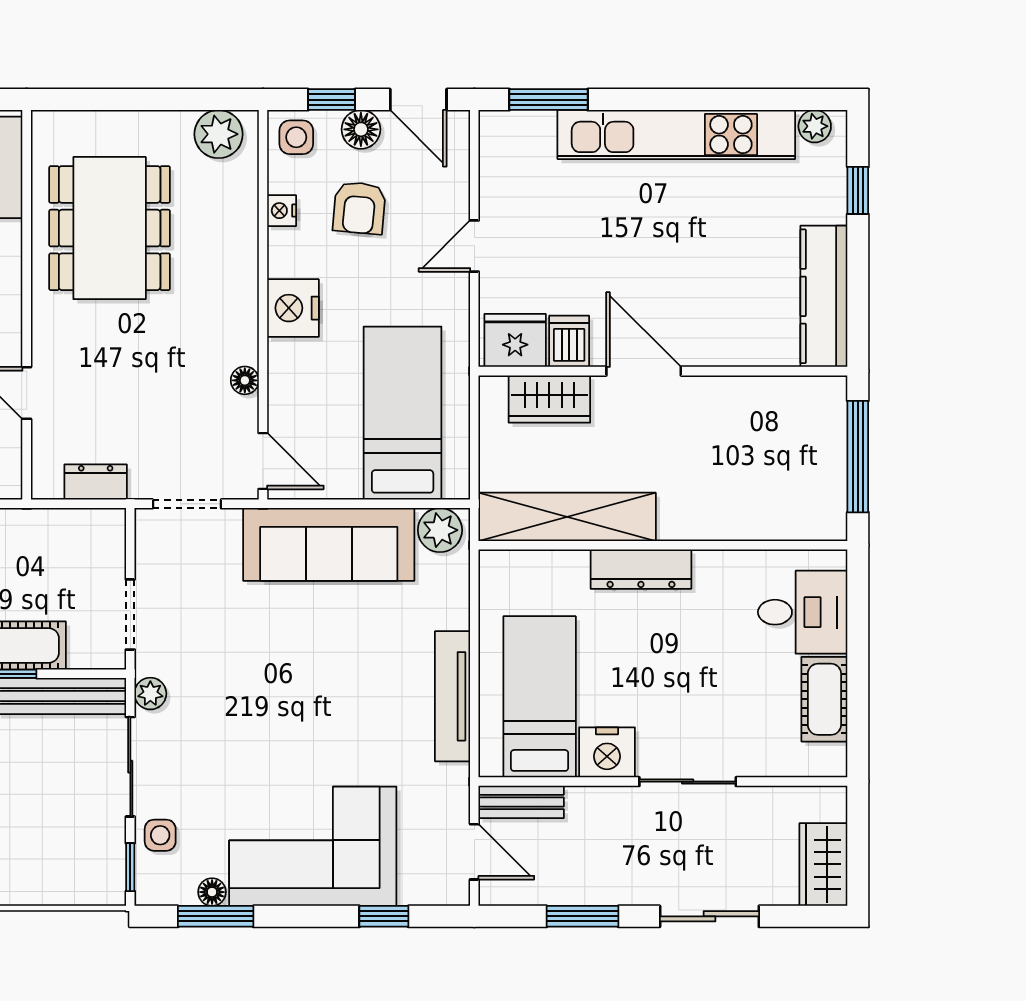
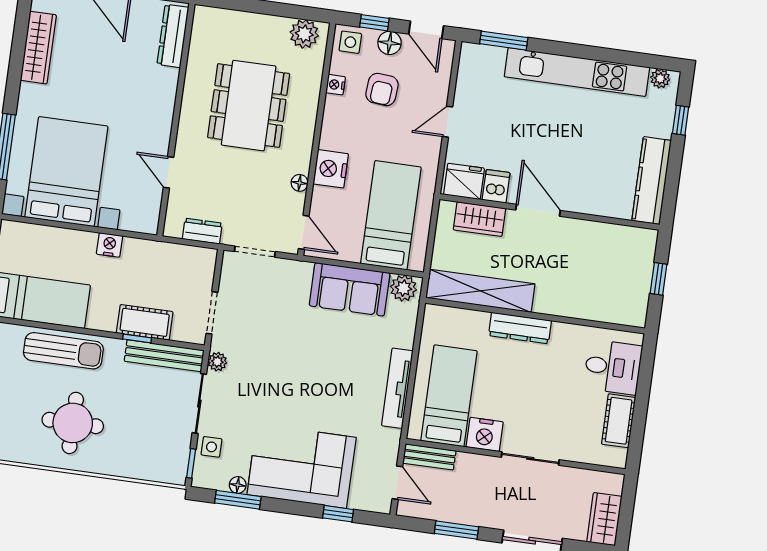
dining table: (110, 228) -> (249, 106), moved
nightstand: (293, 308) -> (331, 169), moved
window: (858, 457) -> (659, 279), width x0.46
sofa: (329, 544) -> (350, 289), width x0.73

